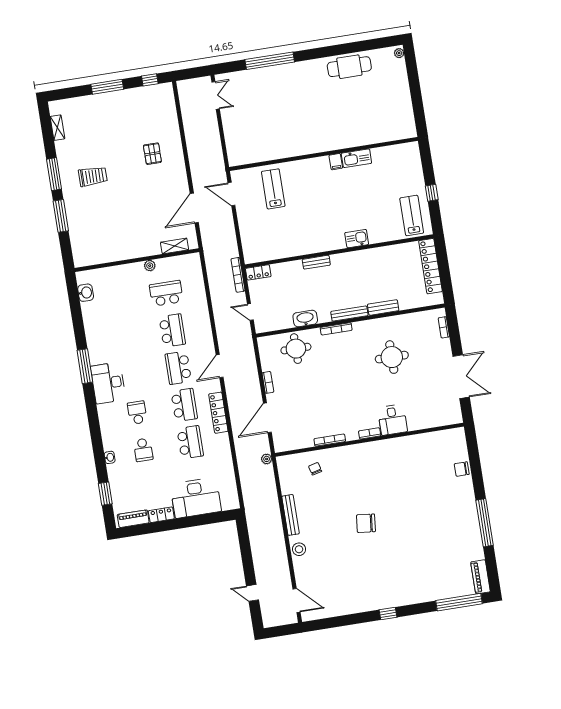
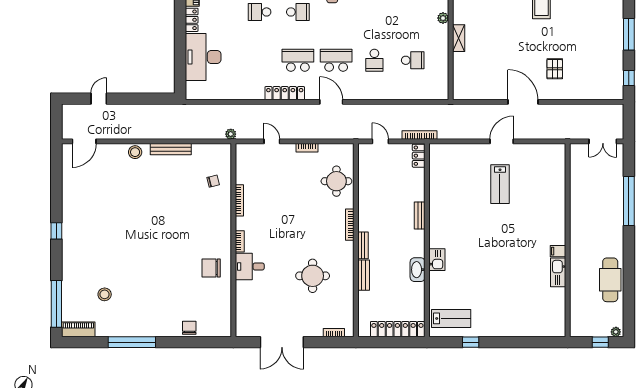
window: (411, 67) -> (600, 342), added
pallet: (152, 154) -> (555, 69), turned 90
wall: (324, 154) -> (568, 240), moved
kitchen sink: (356, 158) -> (558, 272), moved
filing cabinet: (336, 162) -> (558, 251), moved
lab bench: (273, 189) -> (500, 184), turned 90
door: (194, 208) -> (523, 102), moved
shelving: (175, 246) -> (459, 38), moved
plant: (150, 266) -> (443, 18), moved
school desk: (166, 293) -> (413, 60), width x0.54
door: (250, 312) -> (380, 141), hinge flipped
bench: (349, 314) -> (363, 245), width x0.73
washbasin: (305, 318) -> (418, 270), moved, turned 180
school desk: (172, 331) -> (374, 60), width x0.54
school desk: (184, 405) -> (298, 60), turned 180
door: (267, 418) -> (272, 141), width x0.53
school desk: (190, 442) -> (260, 60), removed
chair: (366, 523) -> (211, 268), moved, turned -96
stool: (442, 557) -> (105, 294), added

